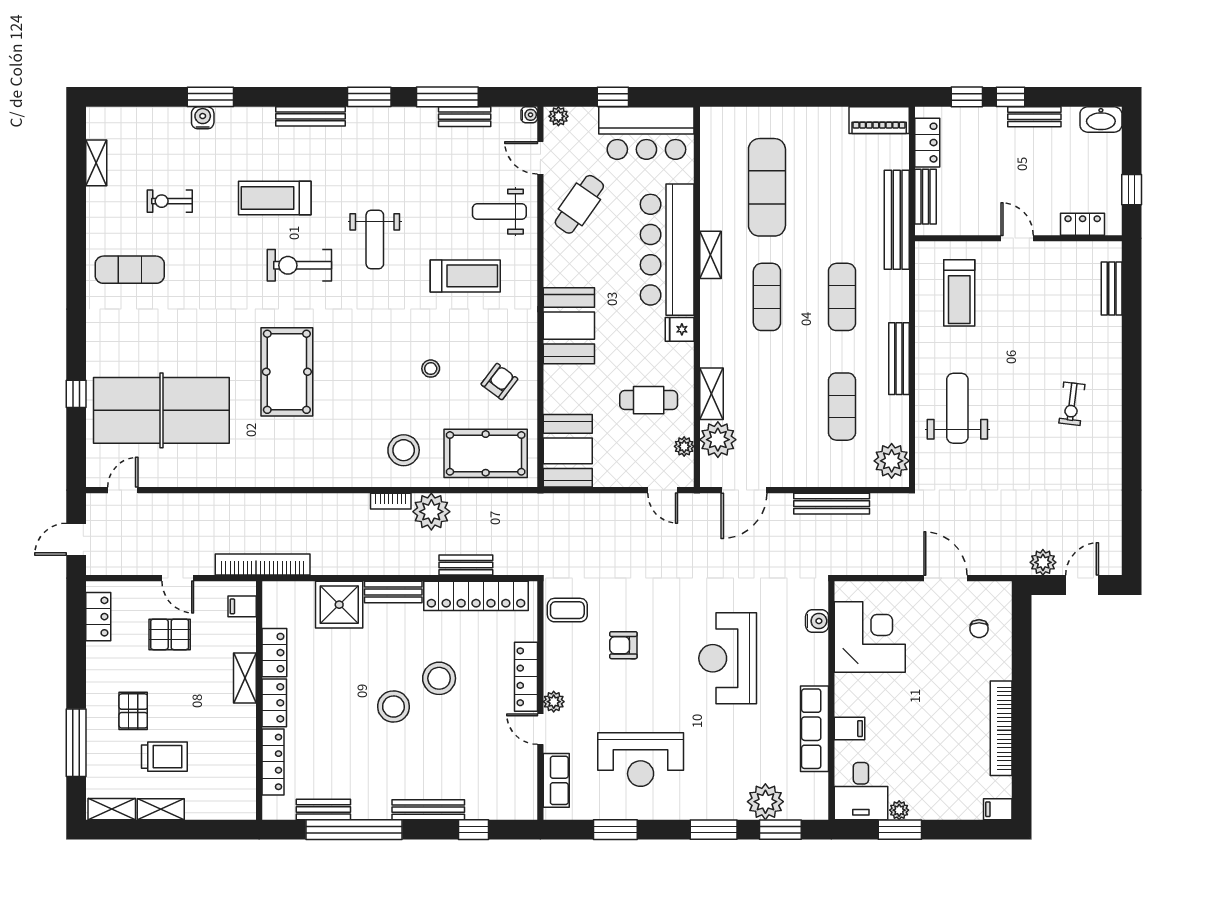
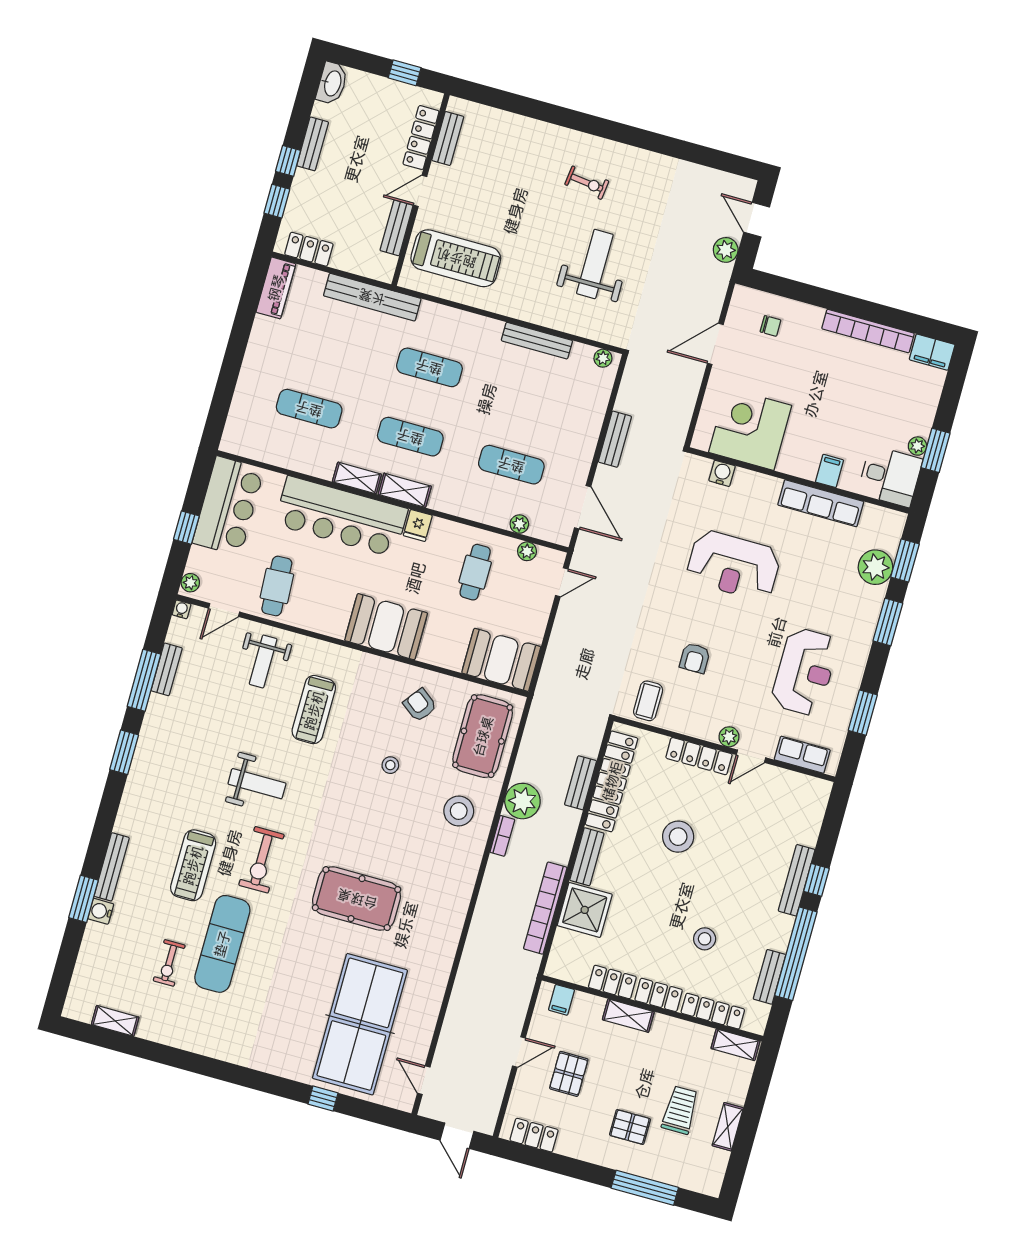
bench: (311, 116) -> (112, 867), moved
exercise mat: (767, 187) -> (309, 409), width x0.73, depth x0.69
bench: (926, 197) -> (397, 228), moved, turned 90
cafe table: (579, 204) -> (277, 586), turned 52
locker: (1083, 224) -> (421, 138), width x1.53
exercise mat: (130, 270) -> (222, 944), moved, width x1.36, depth x1.45
treadmill: (465, 276) -> (314, 710), turned 180
bench: (1112, 289) -> (448, 138), moved, turned 90
treadmill: (959, 293) -> (456, 258), width x1.37, depth x1.38
bench: (899, 359) -> (537, 341), moved
shelving: (711, 394) -> (405, 490), moved
exercise mat: (842, 407) -> (511, 465), moved
weight bench: (957, 408) -> (595, 264), moved, turned 90
plant: (718, 440) -> (519, 524), width x0.53, depth x0.53
plant: (892, 461) -> (603, 358), width x0.53, depth x0.53
bench: (832, 504) -> (615, 439), width x0.73
bookcase: (263, 565) -> (545, 908), moved
stool: (393, 707) -> (705, 939), moved, width x0.73, depth x0.73
shelving: (112, 809) -> (735, 1045), moved, turned 90
filing cabinet: (998, 809) -> (932, 352), width x2.00
window: (474, 830) -> (816, 880), moved

